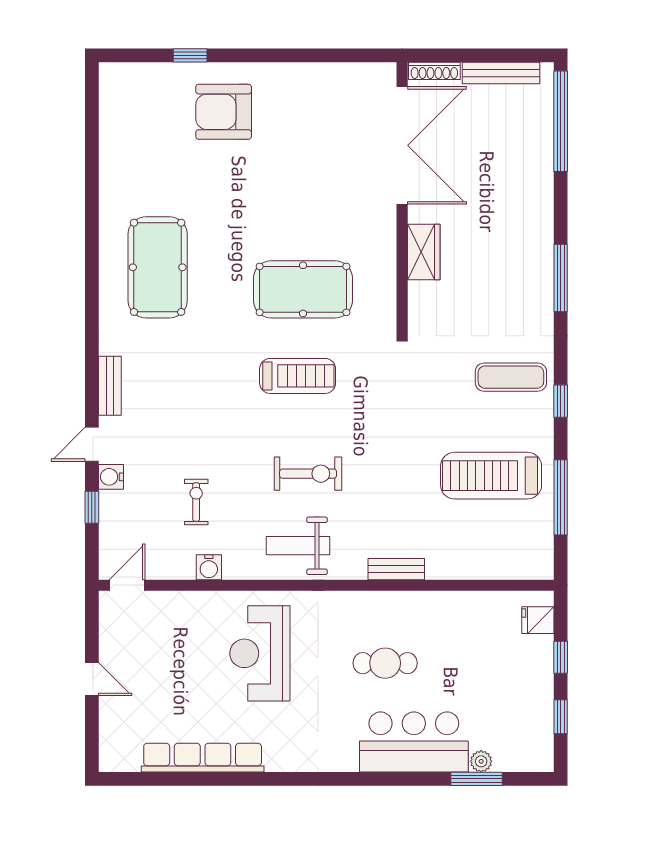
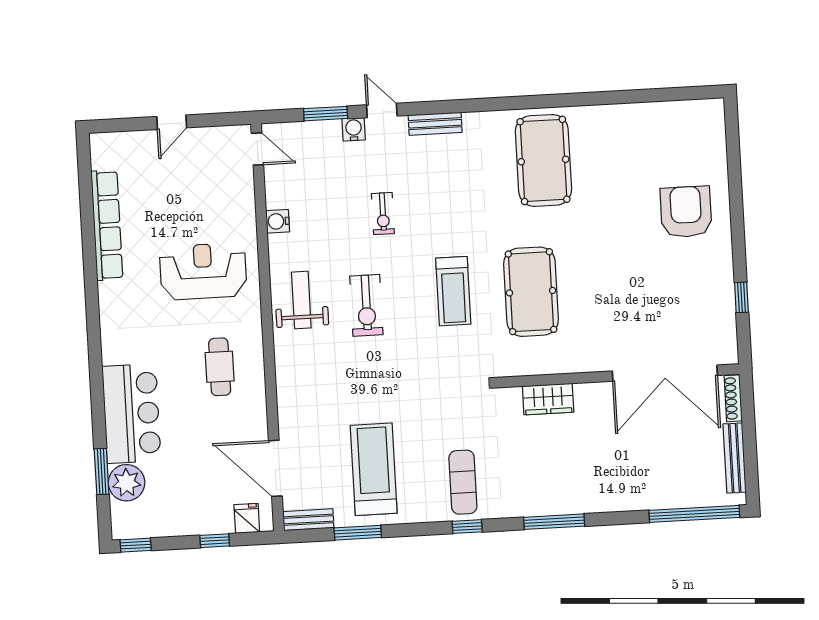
window: (190, 55) -> (741, 297), moved
wardrobe: (424, 252) -> (548, 399), moved
pool table: (158, 267) -> (543, 160), turned 90
window: (561, 401) -> (467, 527), moved
window: (561, 497) -> (358, 533), width x0.69
exercise bike: (196, 502) -> (383, 214), moved, turned 90
window: (92, 507) -> (326, 114), width x1.50
bench: (396, 569) -> (308, 520), moved, turned 90
door: (484, 585) -> (275, 468), added
cafe table: (385, 663) -> (220, 367), moved
window: (561, 717) -> (136, 545), moved
plant: (481, 761) -> (127, 483), width x1.87, depth x1.87

